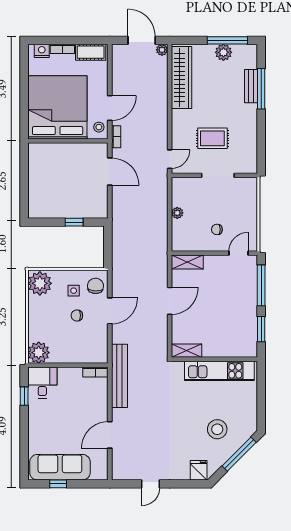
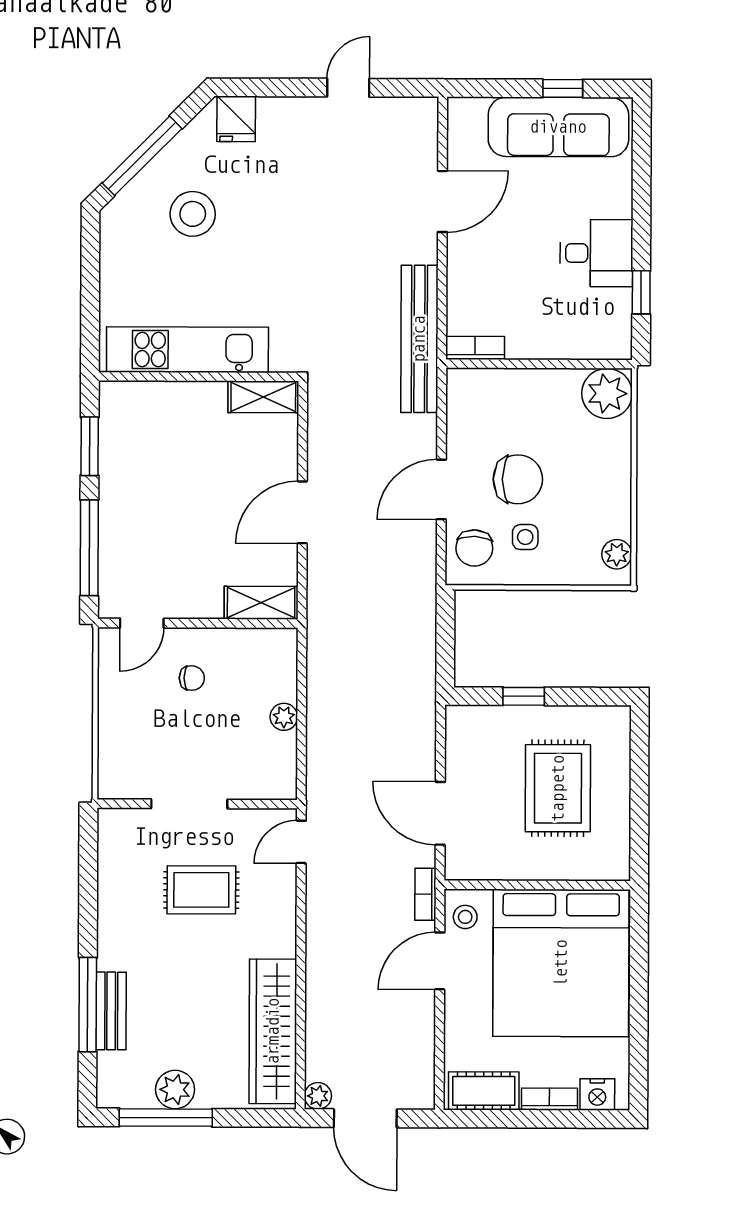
rug: (59, 183) -> (558, 788), added
plant: (40, 283) -> (617, 554), width x0.53, depth x0.53
chair: (77, 315) -> (518, 479), width x1.87, depth x1.87
desk: (42, 383) -> (596, 253), moved, turned -90

